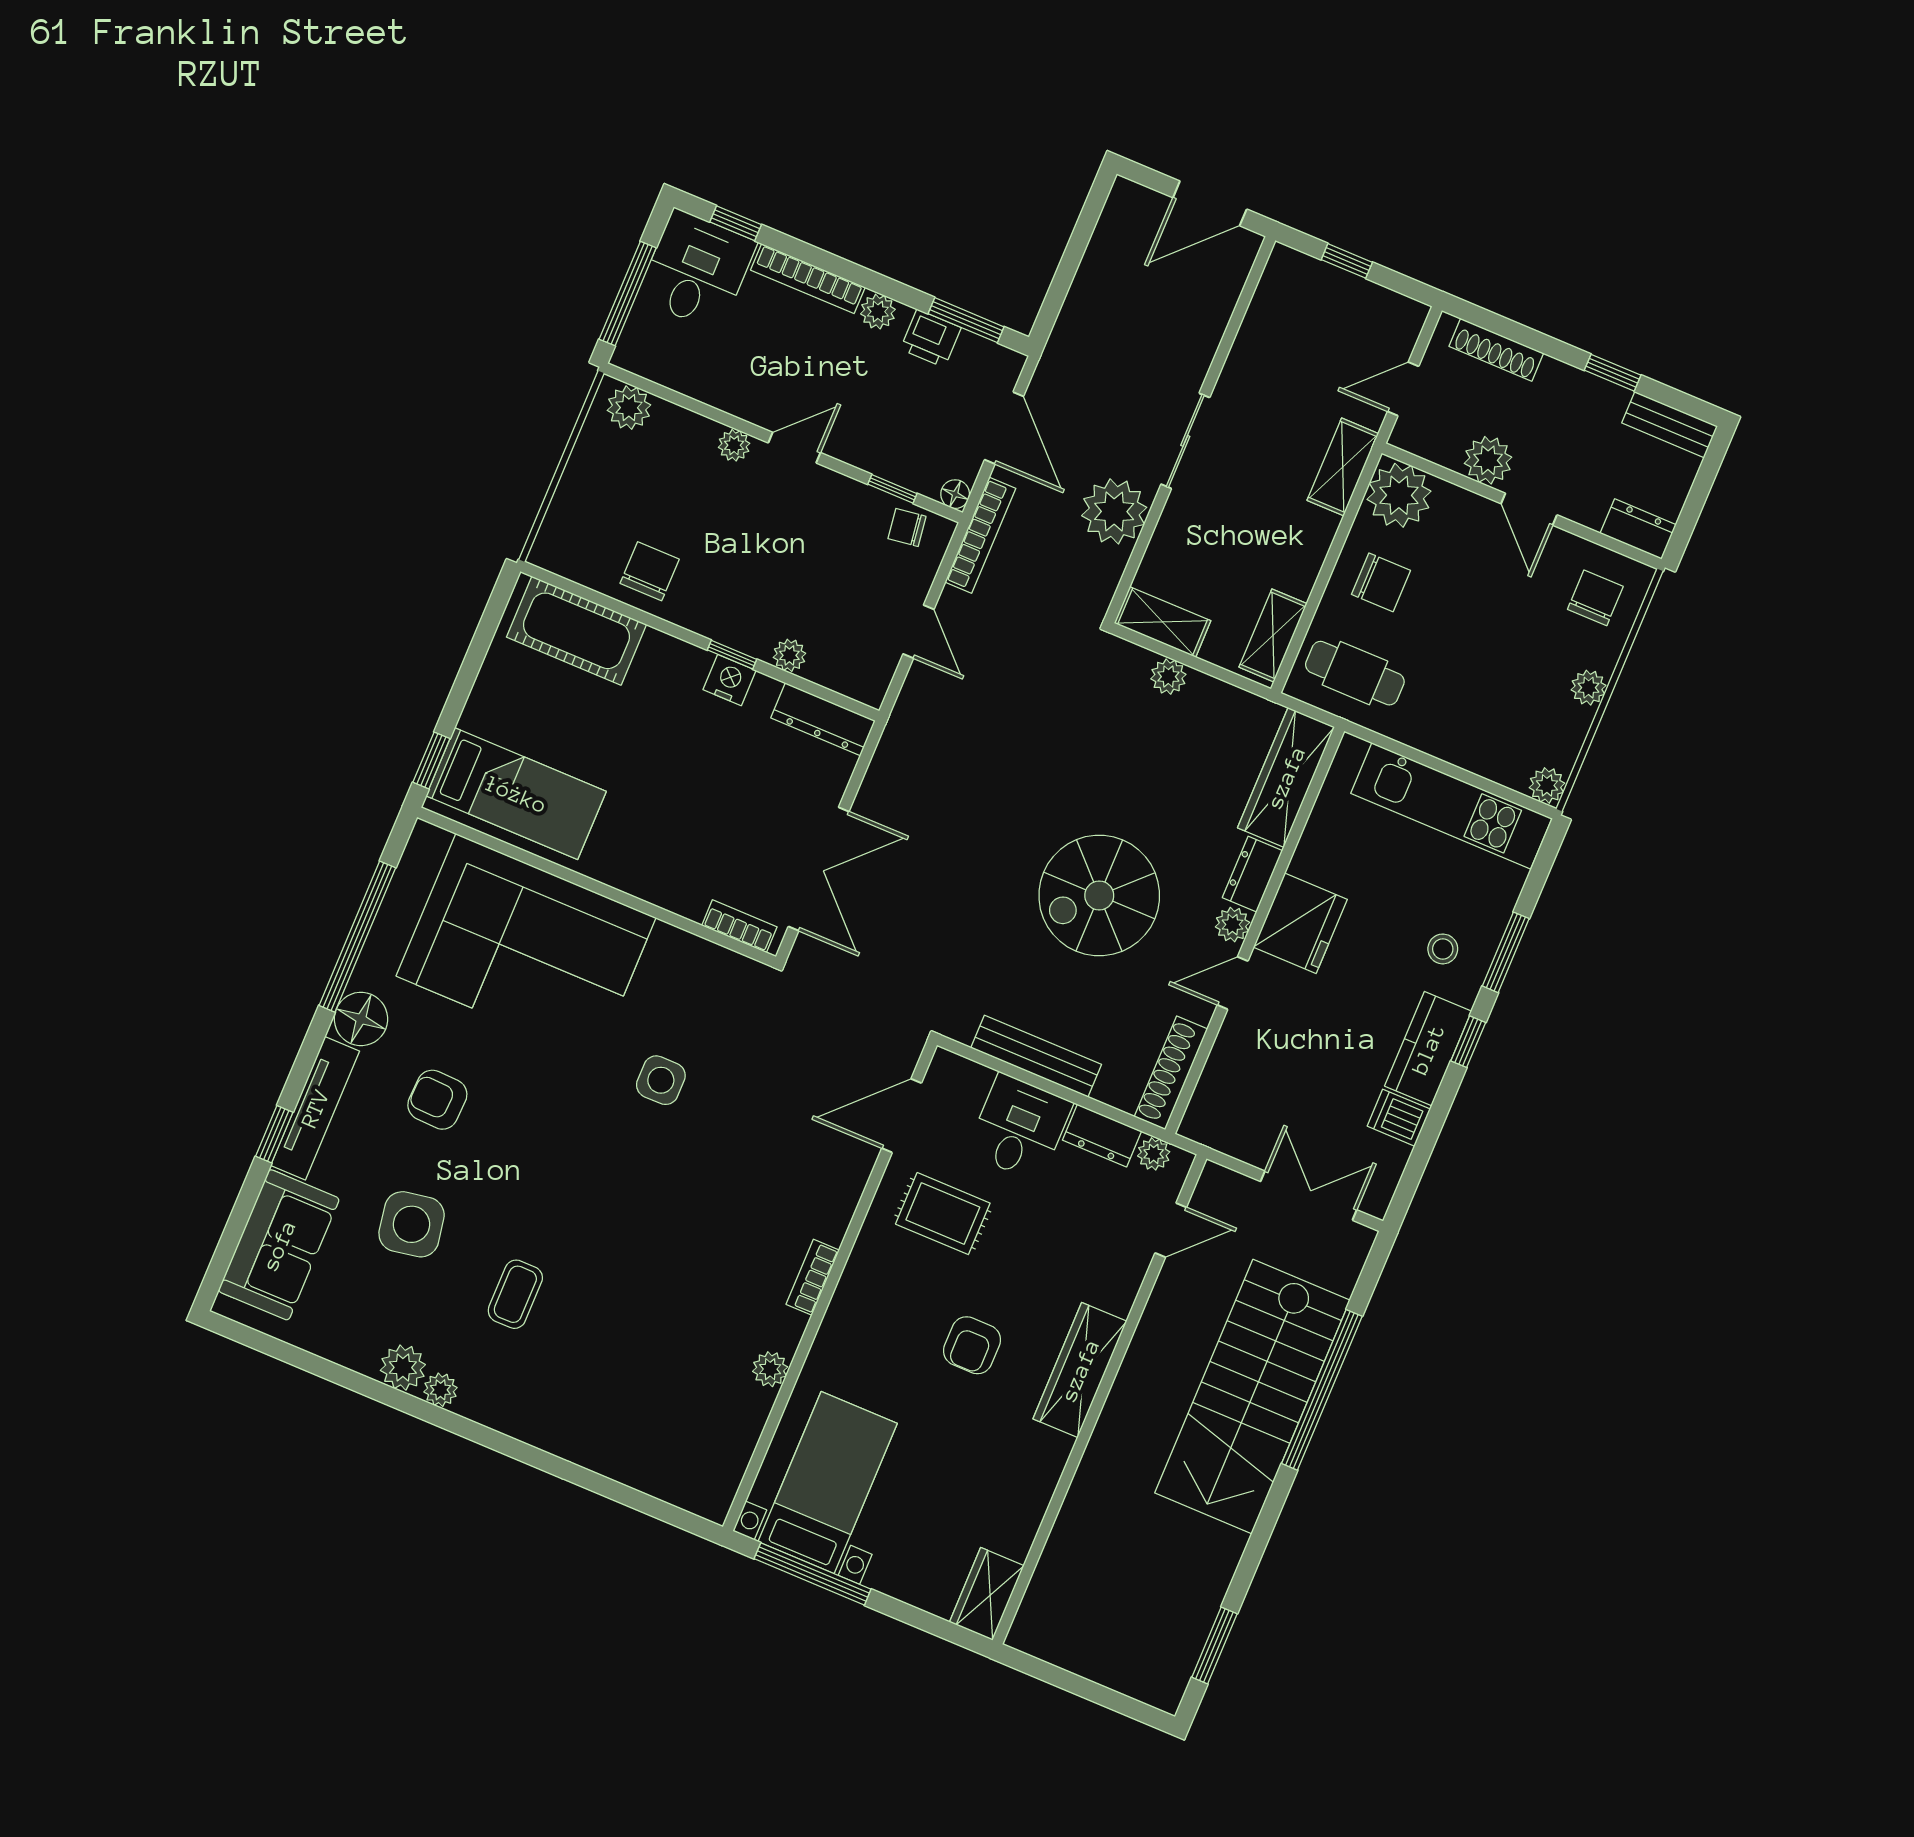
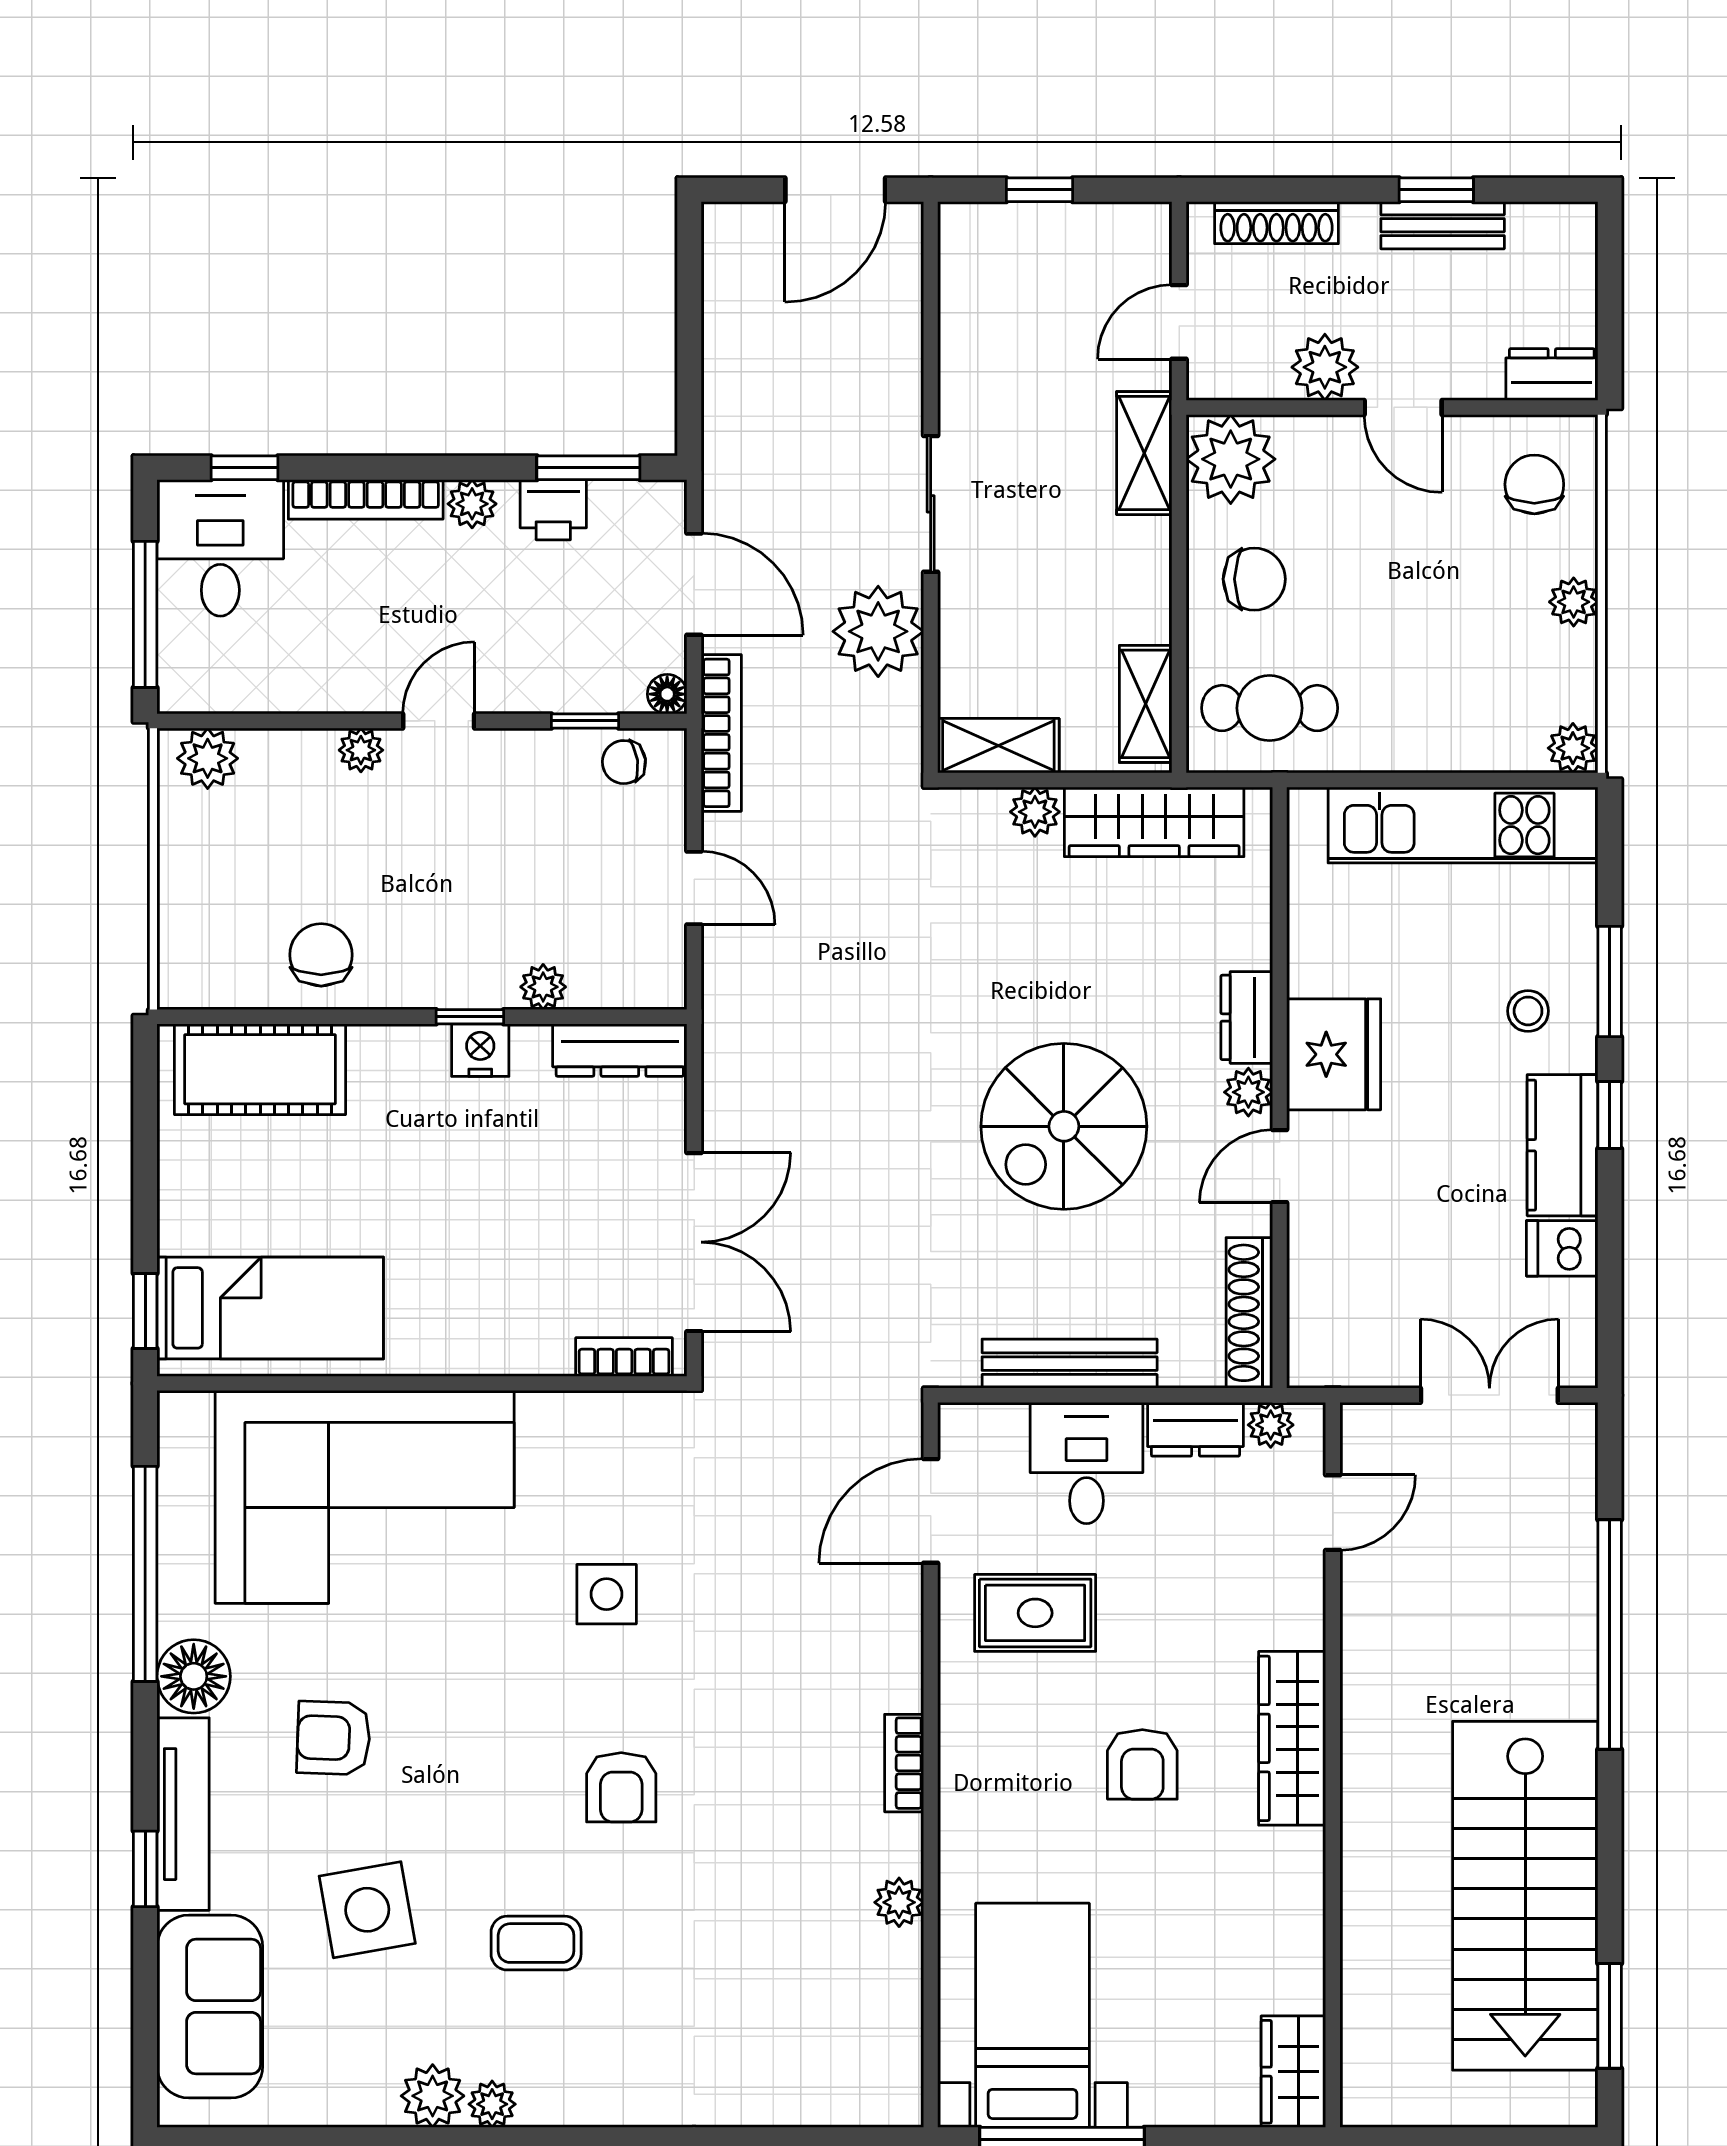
bench: (1670, 425) -> (1443, 225), moved
wardrobe: (1286, 777) -> (1154, 822), moved, turned -90
armchair: (616, 1214) -> (621, 1787), added
coffee table: (515, 1294) -> (536, 1943), turned 90
stairs: (1252, 1396) -> (1525, 1896), moved

